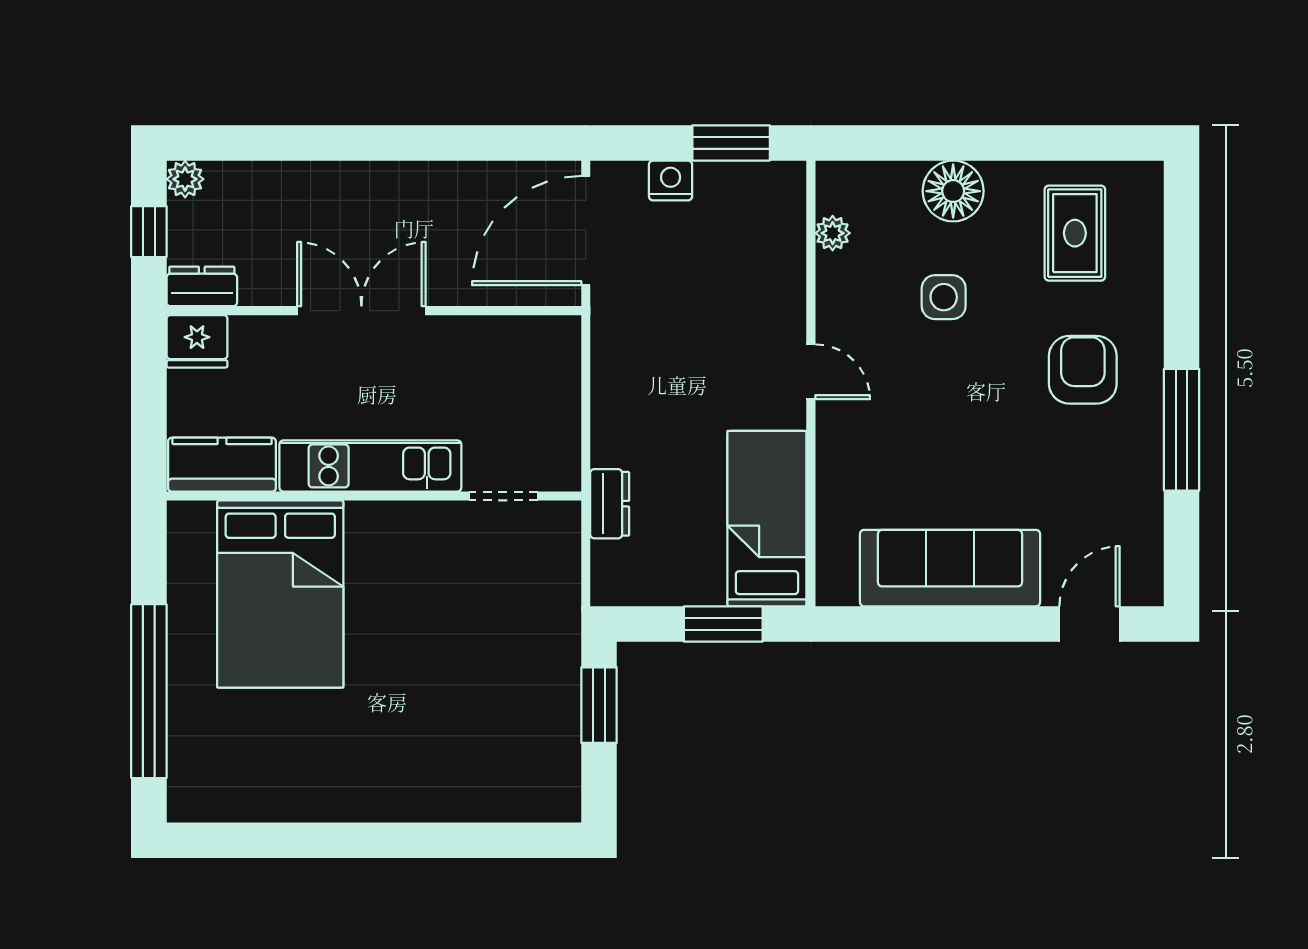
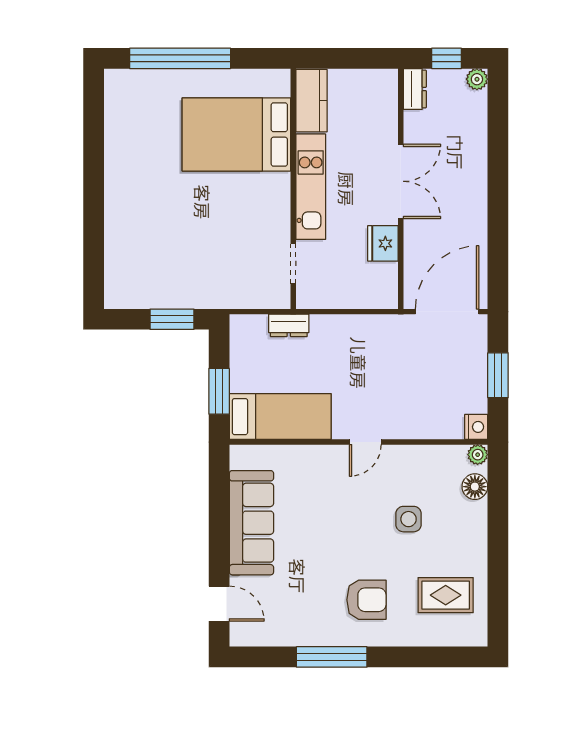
window: (731, 143) -> (498, 375), moved
nightstand: (671, 180) -> (476, 427), moved
floor lamp: (953, 191) -> (475, 487), moved, width x0.73, depth x0.73
door: (586, 231) -> (447, 312), hinge flipped
plant: (833, 233) -> (478, 455), moved
fridge: (197, 341) -> (383, 243), moved

